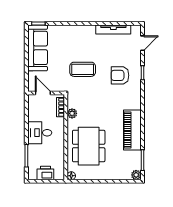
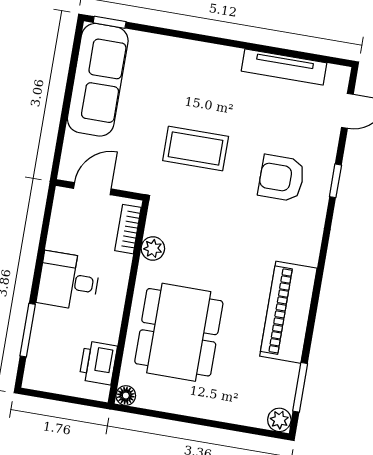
door: (43, 93) -> (92, 189), hinge flipped
printer: (45, 173) -> (98, 363), moved, turned -90

